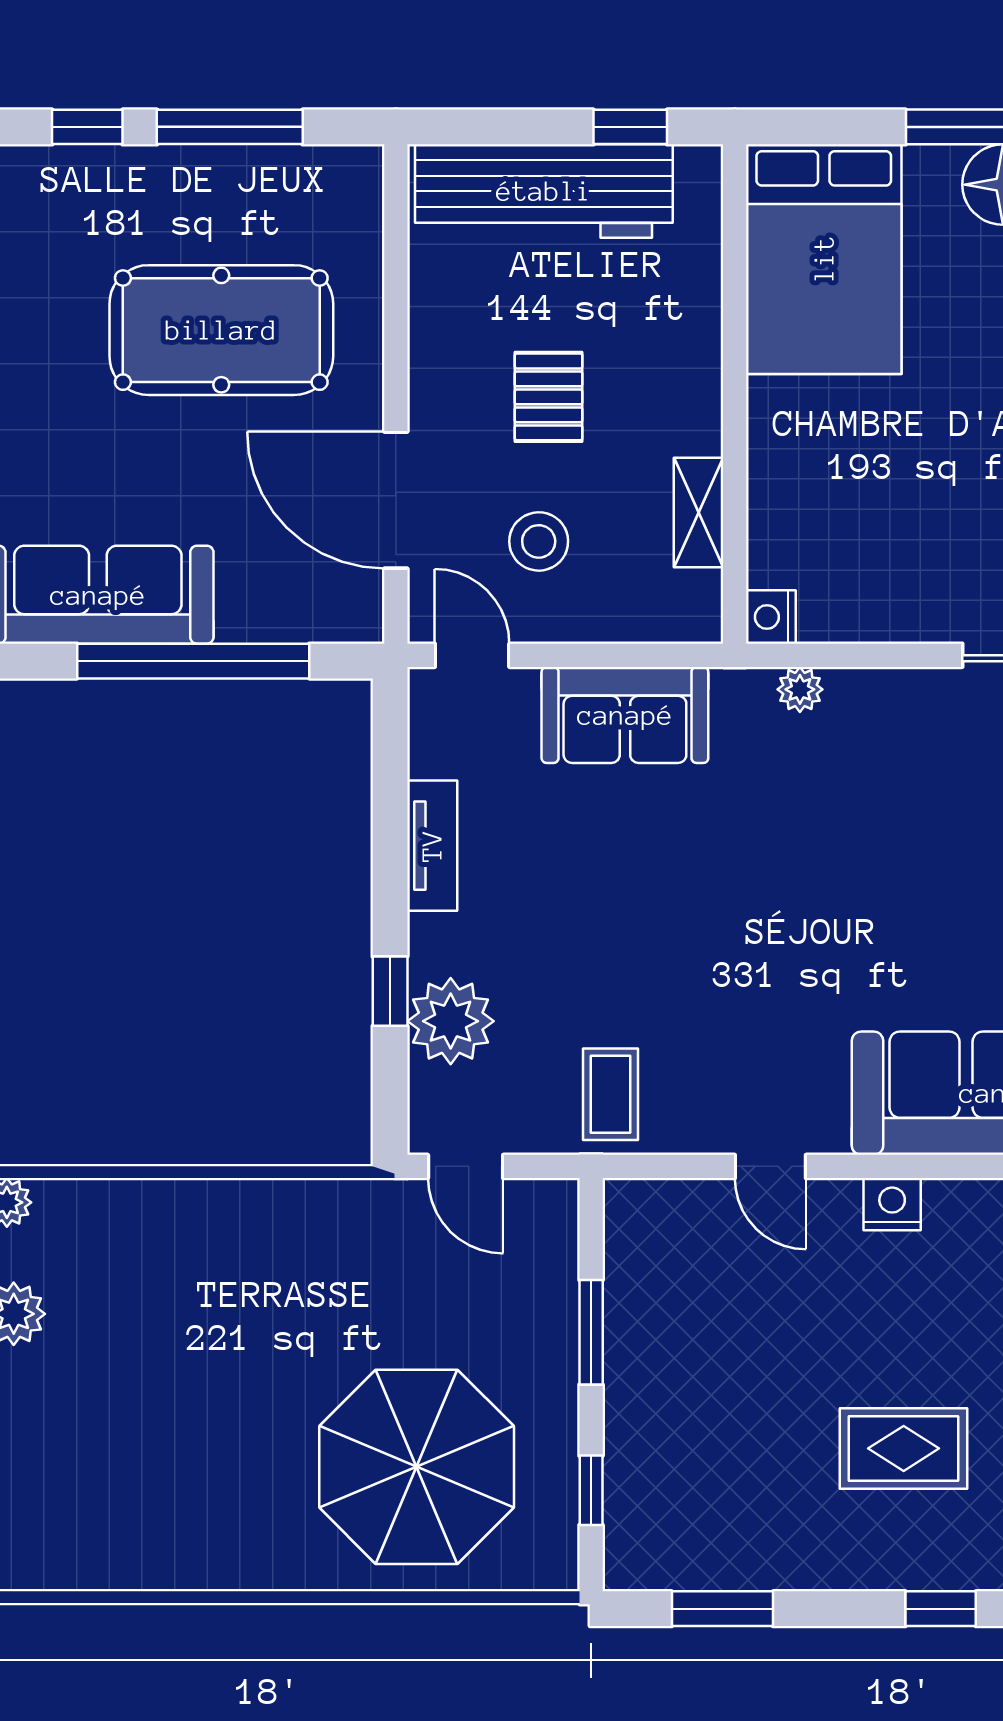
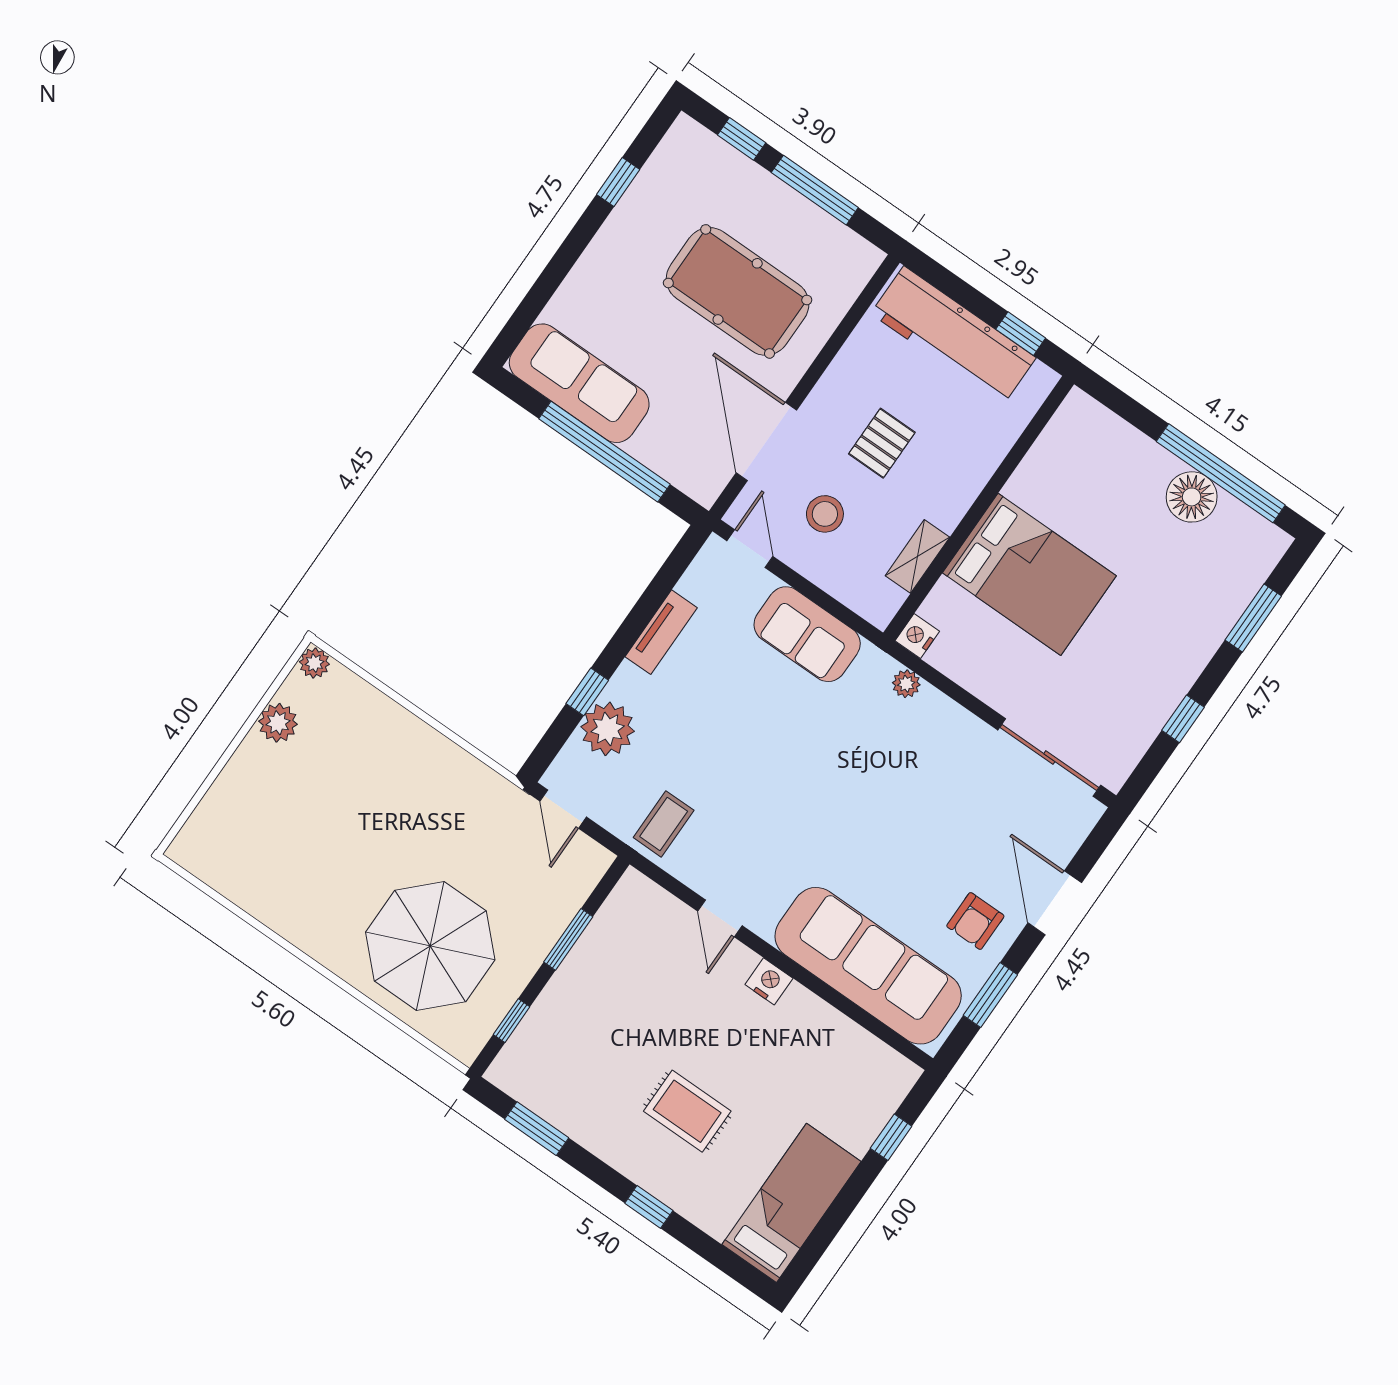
bed: (824, 259) -> (1029, 574), moved, turned -90

